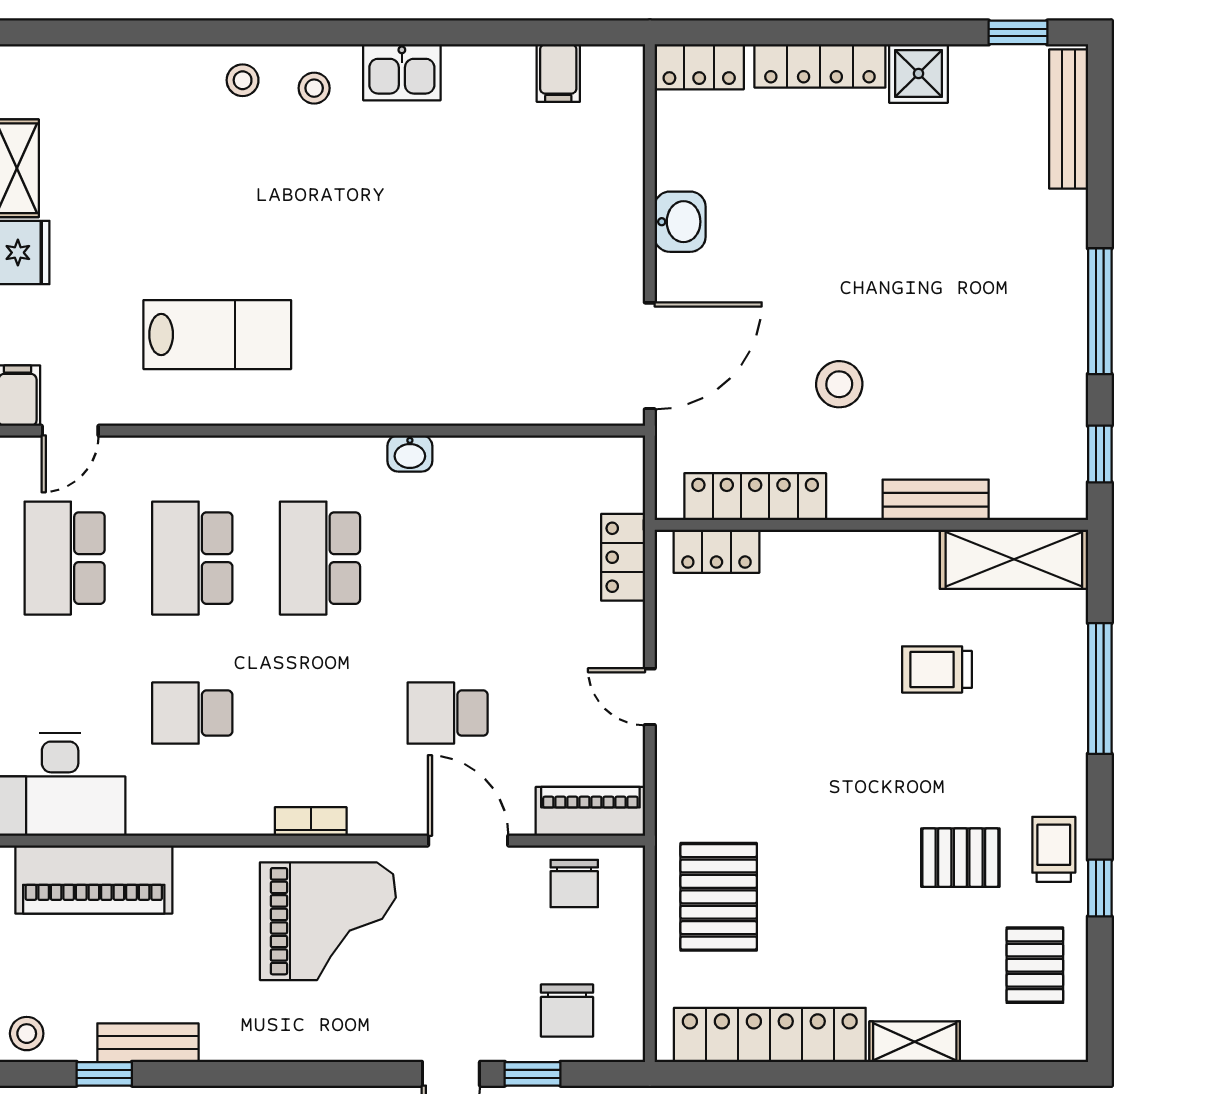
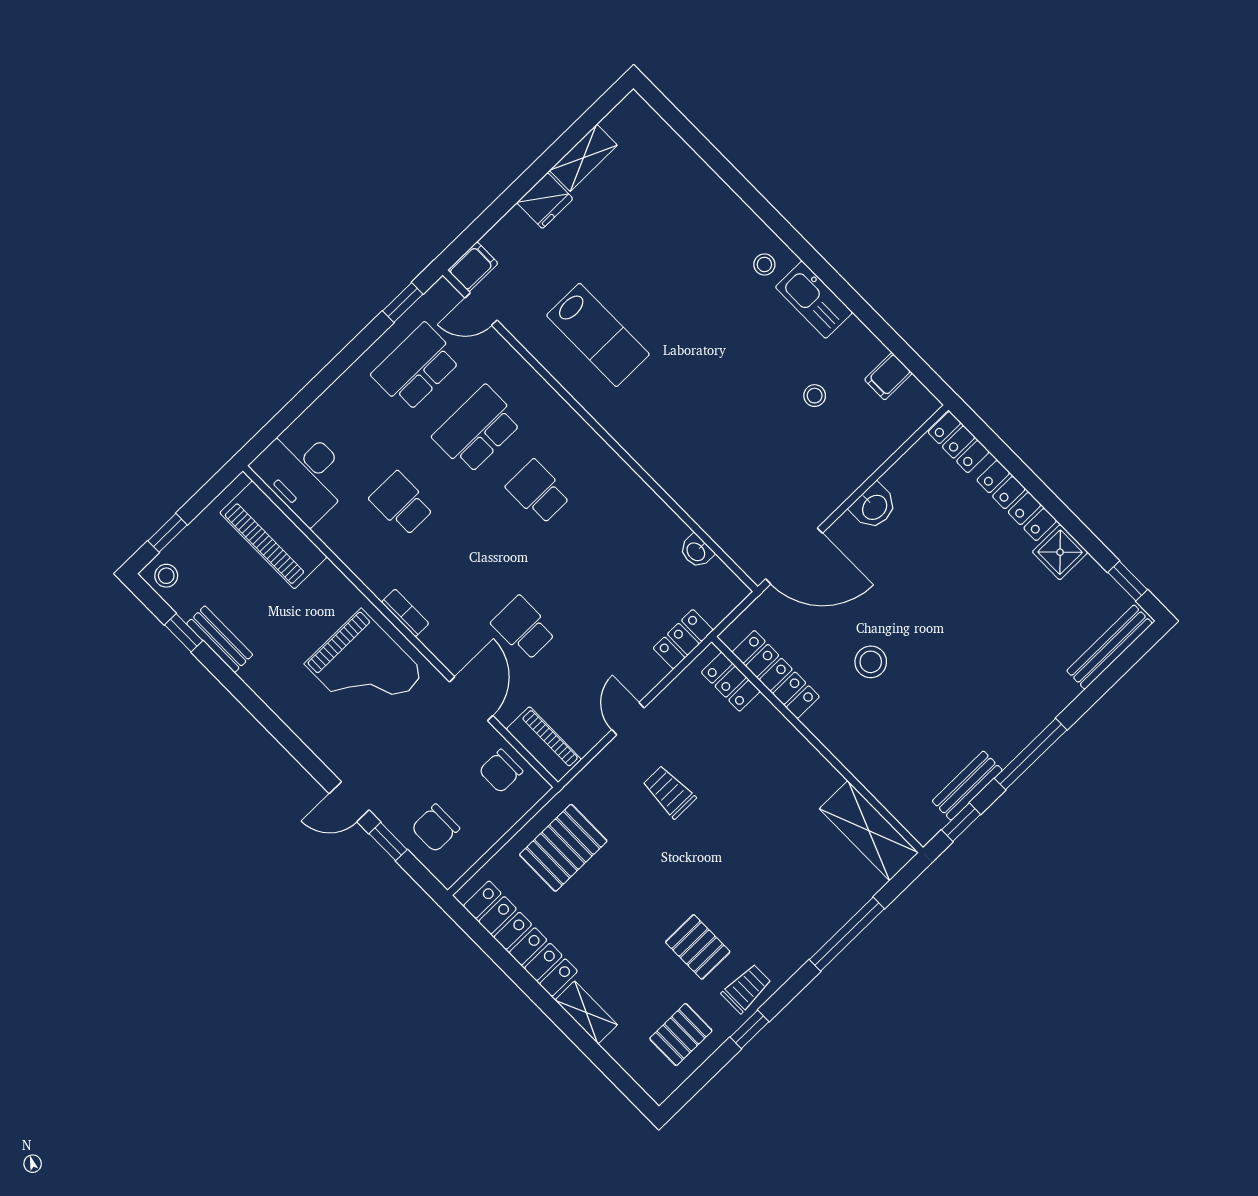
kitchen sink: (402, 72) -> (814, 300), width x1.38
stool: (243, 80) -> (815, 396), moved
washbasin: (410, 453) -> (696, 551), moved
bench: (936, 500) -> (967, 786), moved, turned 90
school desk: (320, 558) -> (538, 492), width x0.54
trolley: (937, 669) -> (669, 792), moved

